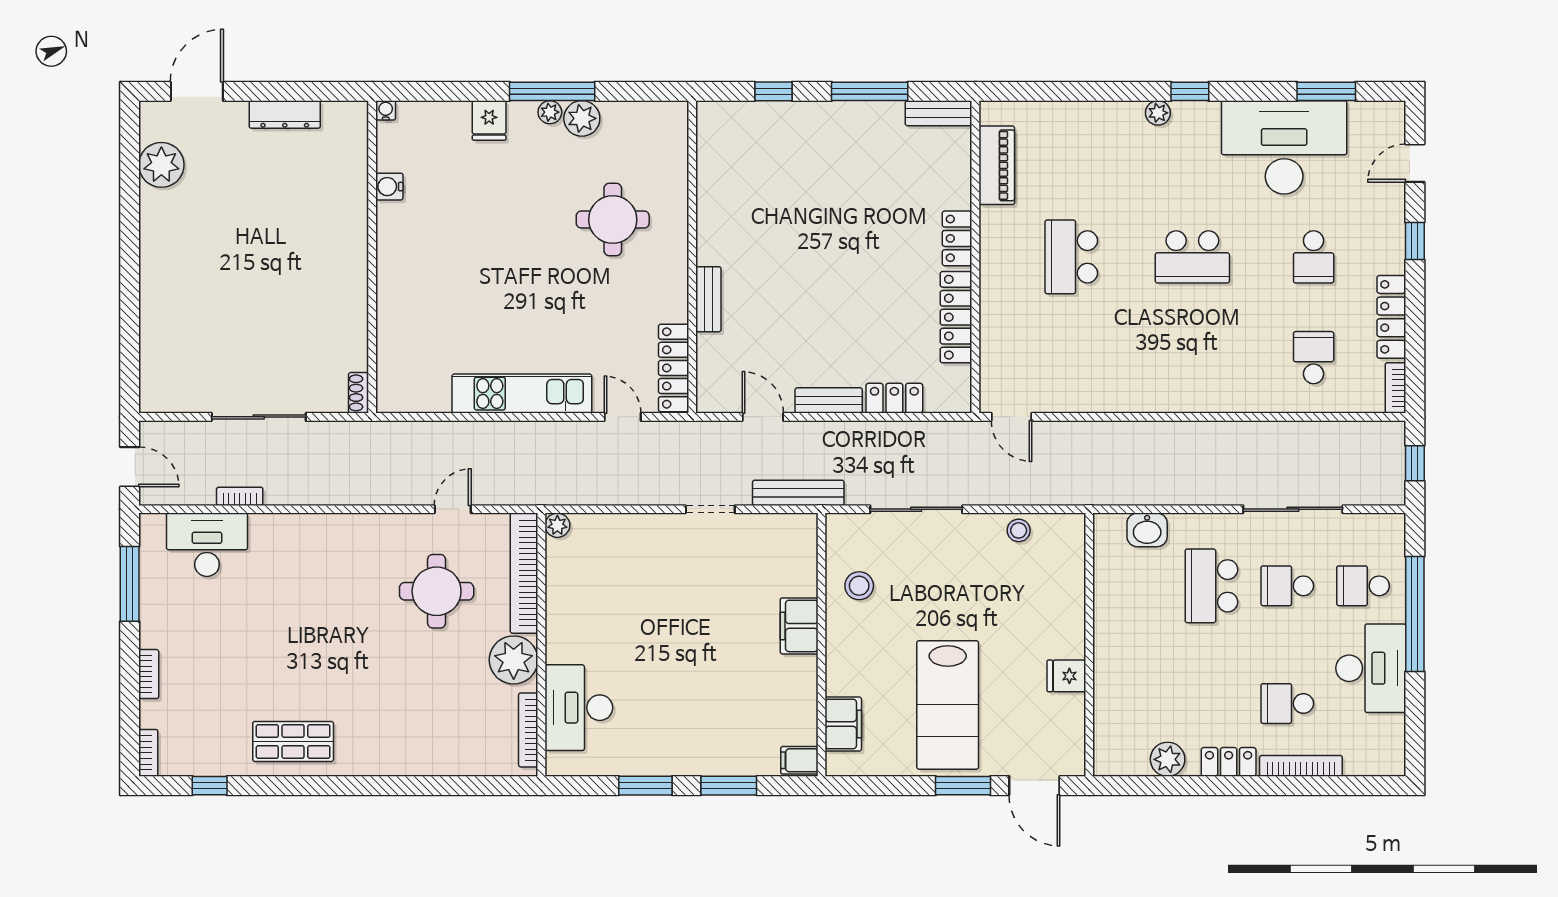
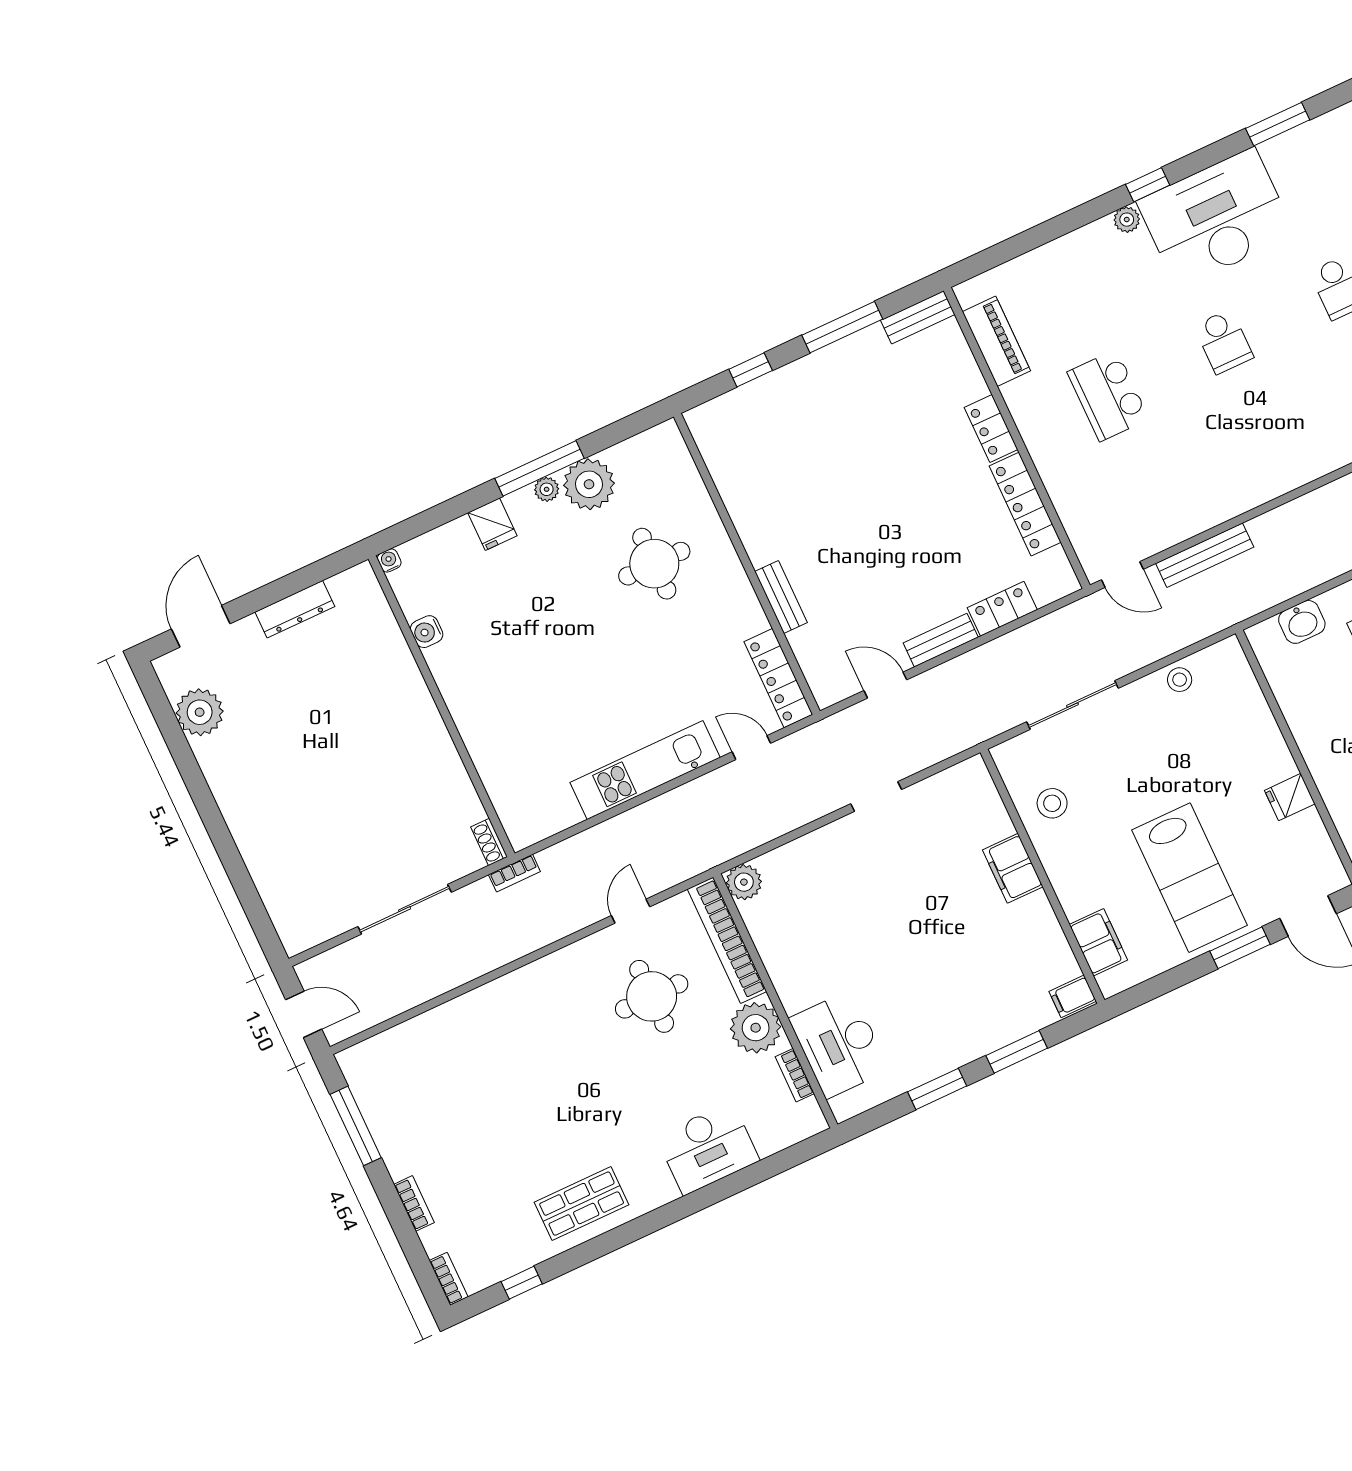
plant: (582, 118) -> (589, 484), width x1.36, depth x1.36
desk: (1284, 147) -> (1216, 218), moved
school desk: (1192, 257) -> (1224, 342), width x0.54
bench: (798, 493) -> (1205, 555), moved
bookcase: (240, 496) -> (514, 873), moved, turned 180
plant: (557, 525) -> (744, 882), width x1.38, depth x1.38
desk: (207, 545) -> (708, 1148), moved, turned 180
bookcase: (528, 730) -> (795, 1075), width x0.64

